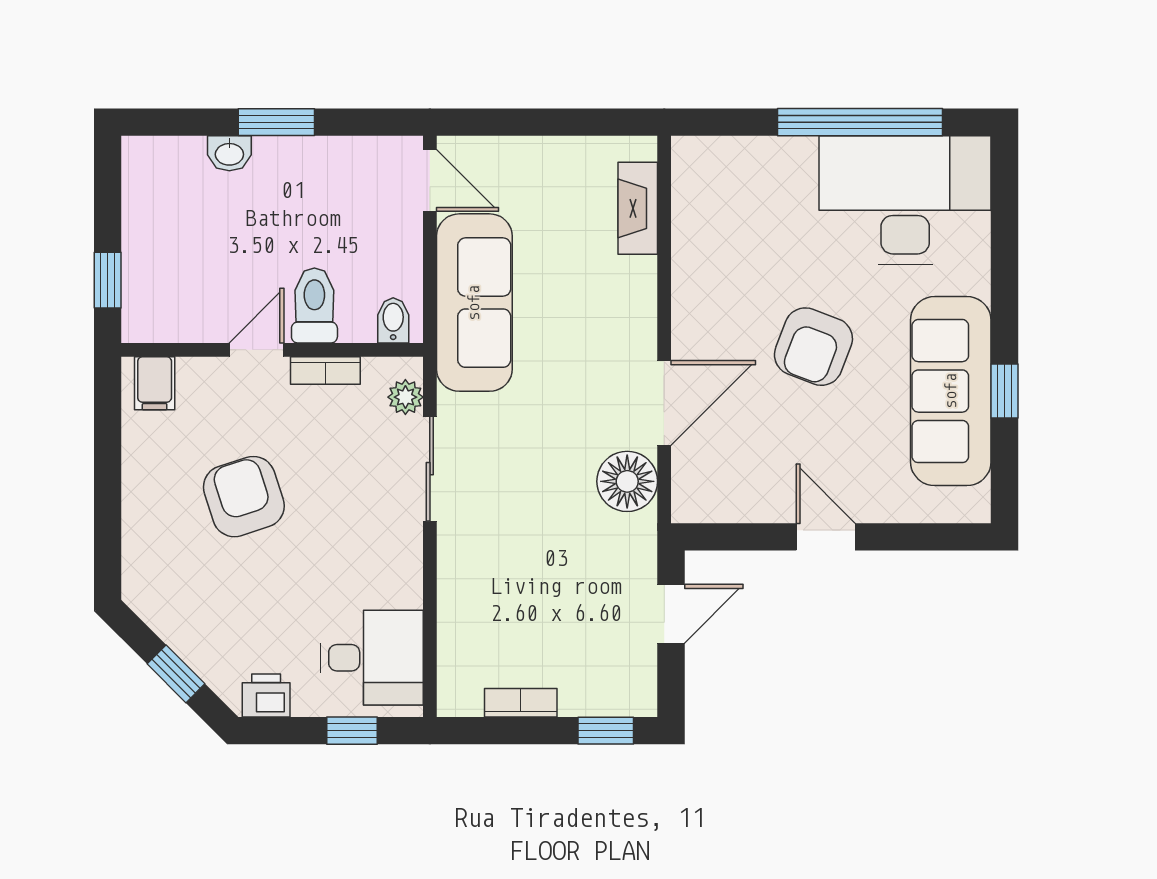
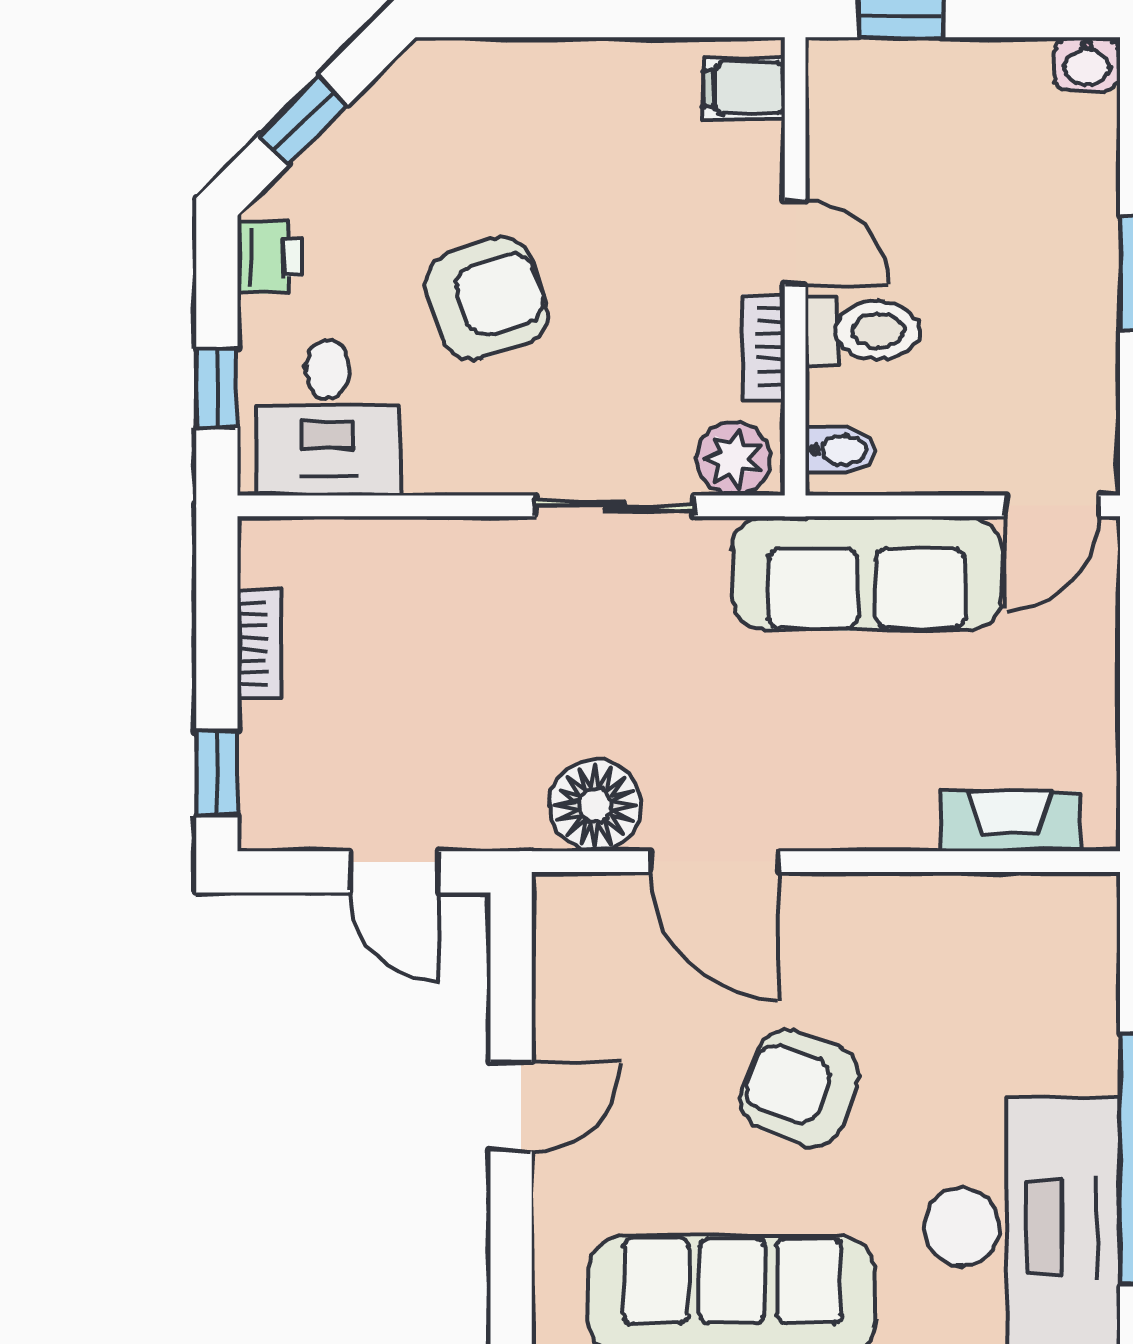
washbasin: (229, 153) -> (1087, 64), moved, turned -90
plant: (405, 397) -> (733, 459), width x1.38, depth x1.38
armchair: (244, 497) -> (487, 299), moved

